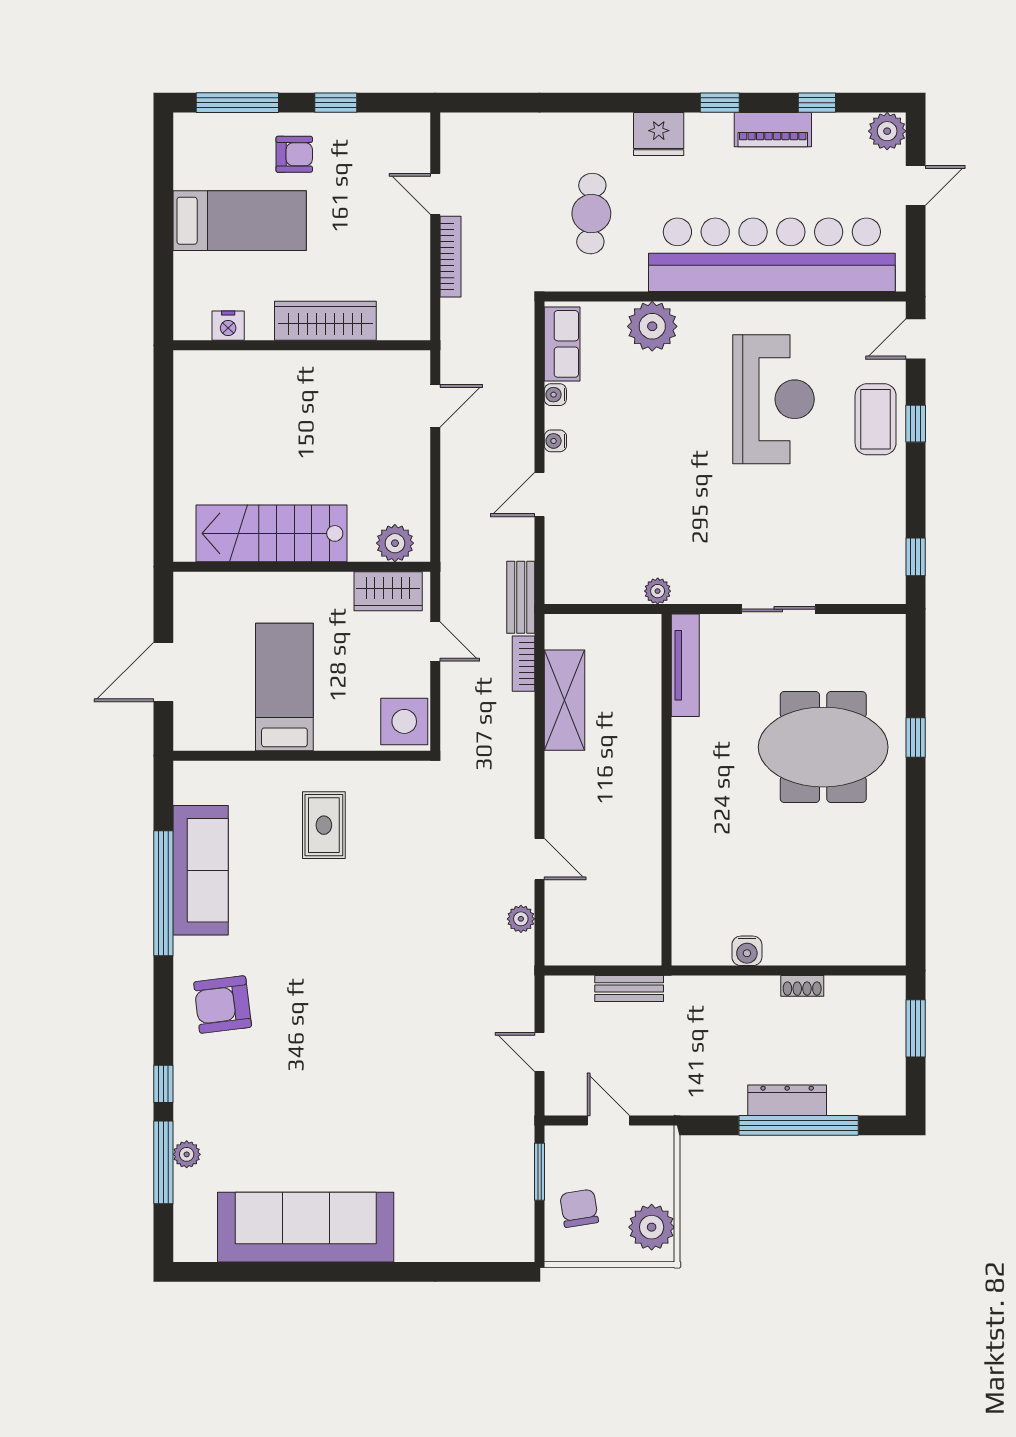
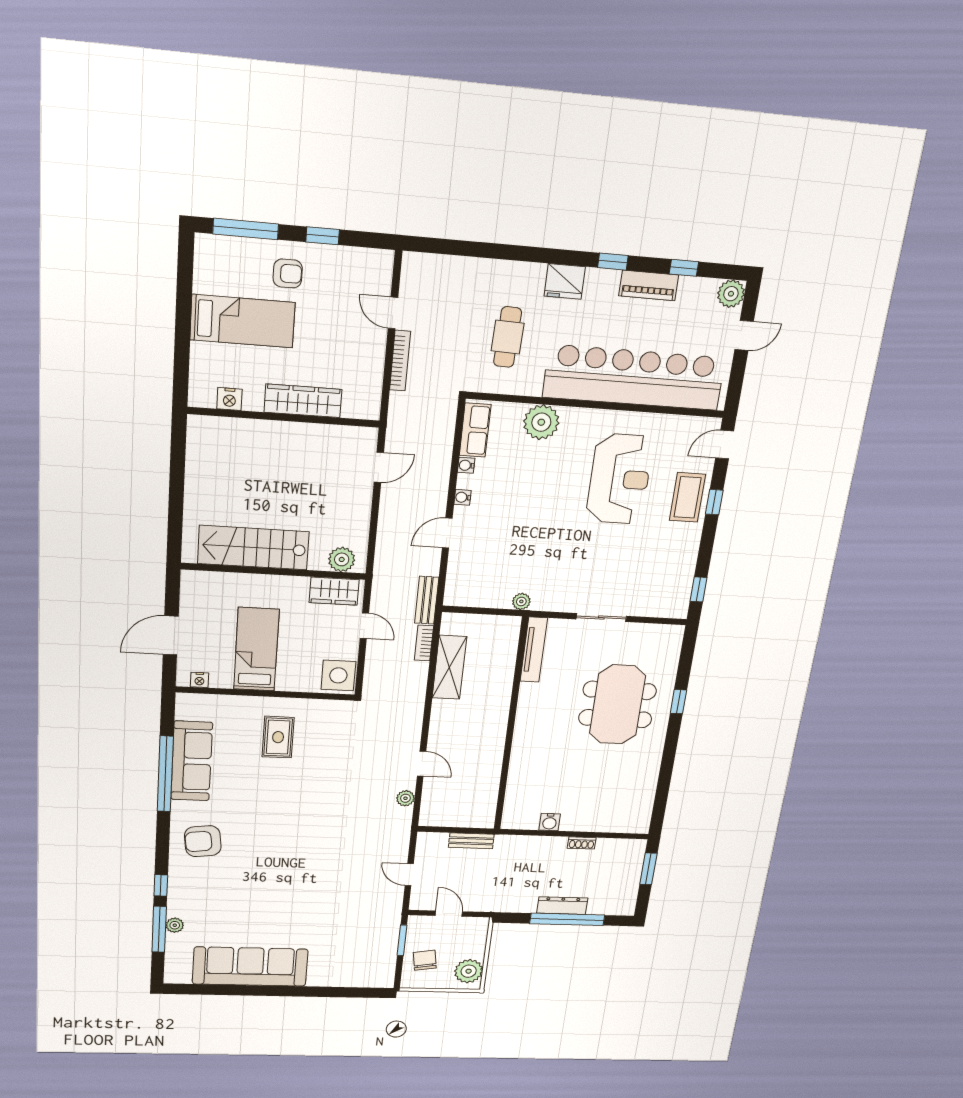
nightstand: (206, 739) -> (199, 680), added
meeting table: (823, 747) -> (617, 705), turned 90

